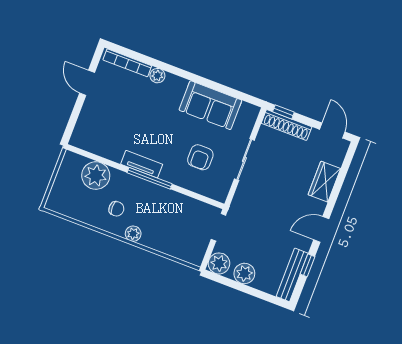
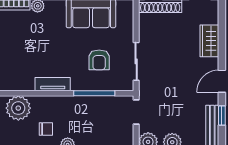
sliding door: (244, 160) -> (136, 61), moved
window: (150, 178) -> (94, 93), moved

